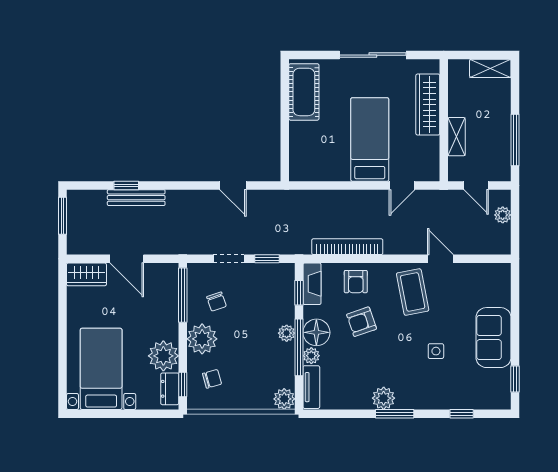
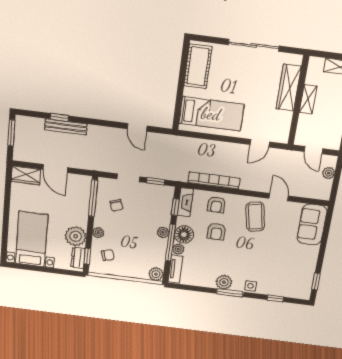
shelving: (456, 137) -> (308, 99), moved
bed: (370, 139) -> (211, 114), moved, turned 90
armchair: (362, 322) -> (216, 232), turned -71
sofa: (494, 338) -> (312, 225), moved
plant: (202, 339) -> (98, 233), width x0.53, depth x0.53
side table: (436, 351) -> (251, 286), moved

